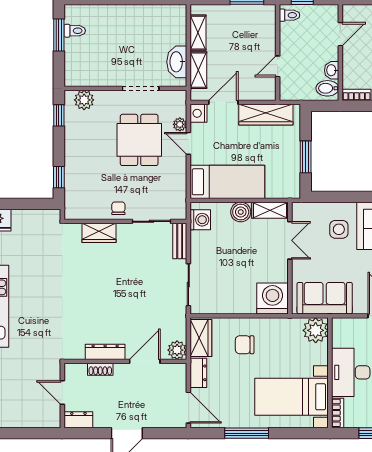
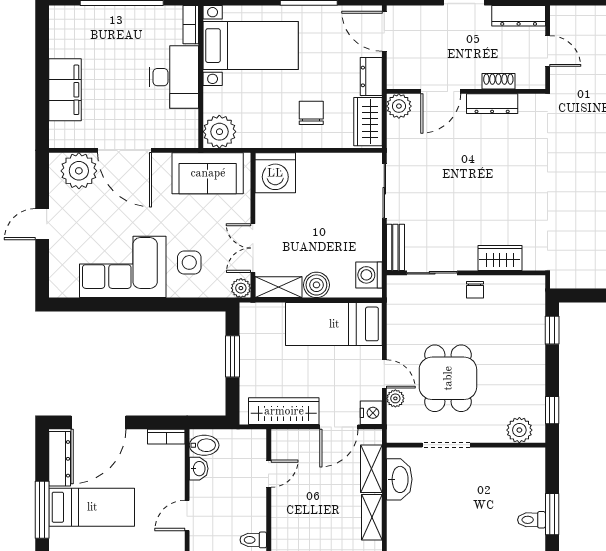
plant: (299, 210) -> (241, 288), added
chair: (245, 345) -> (311, 113), turned -90
dresser: (78, 420) -> (519, 16), width x1.44

